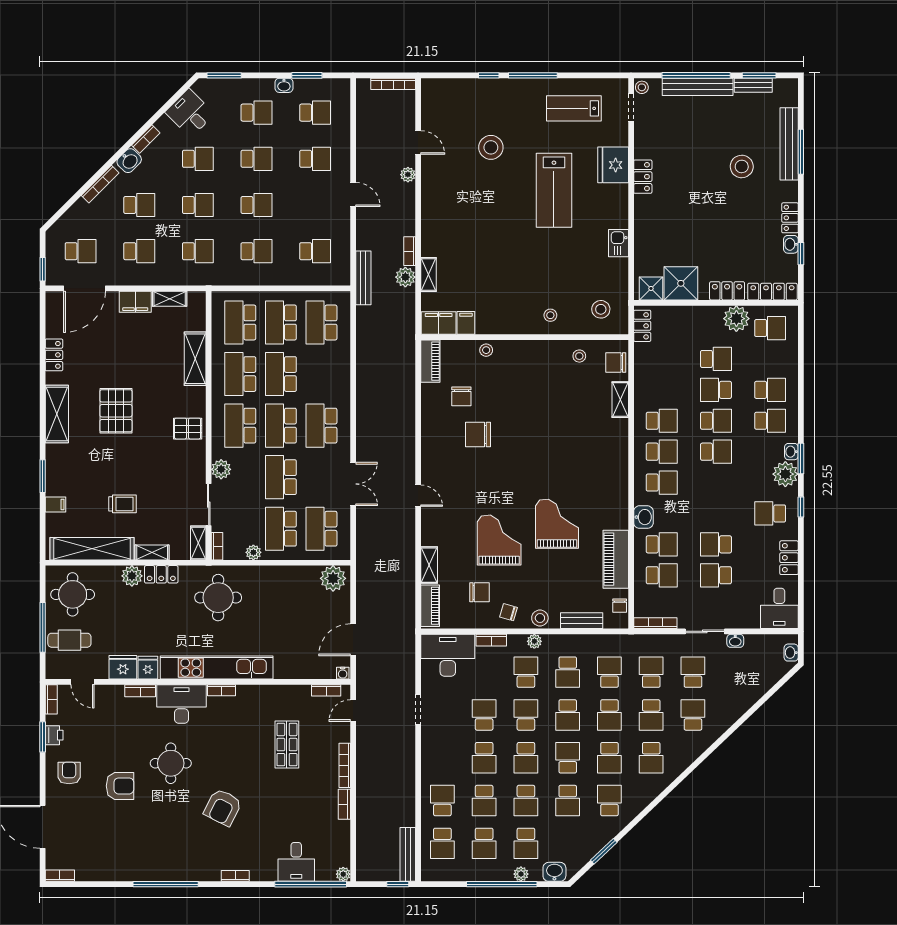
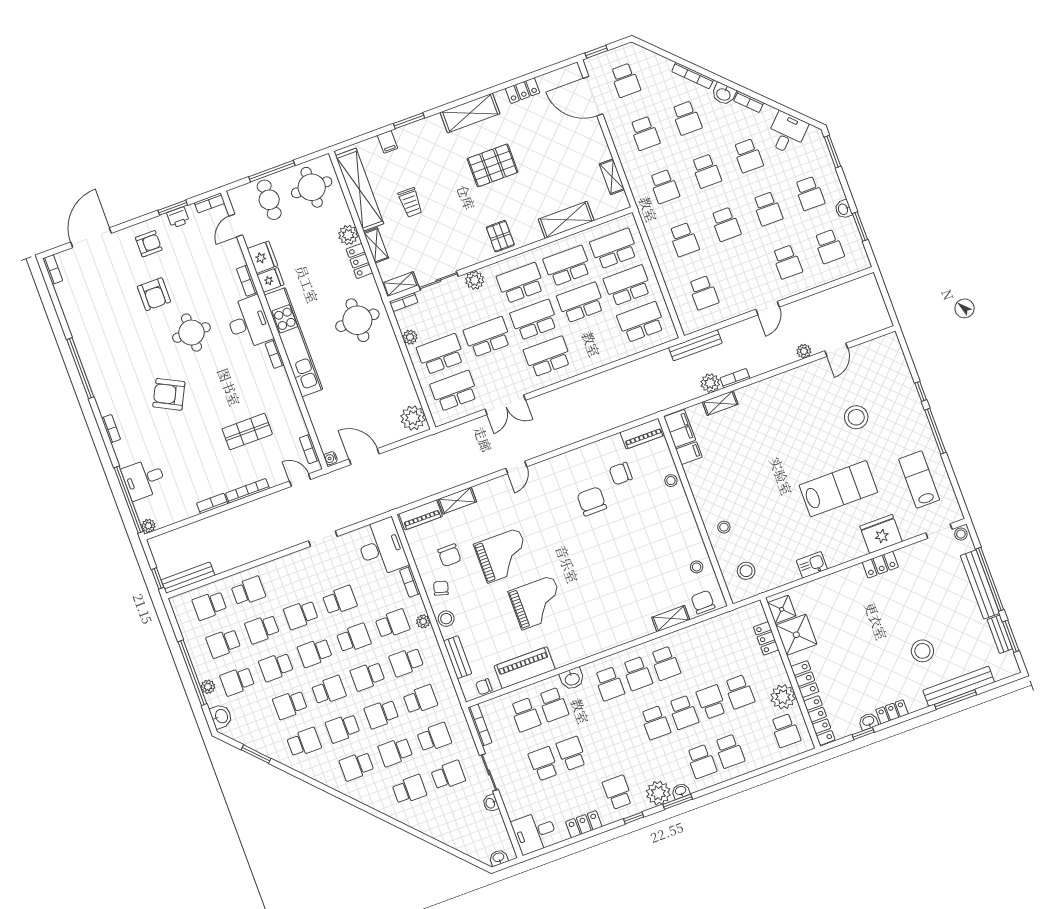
bookcase: (393, 84) -> (881, 307), removed
lab bench: (554, 190) -> (838, 489), turned 180
filing cabinet: (135, 302) -> (598, 147), removed
locker: (642, 326) -> (766, 638), moved, turned 90

